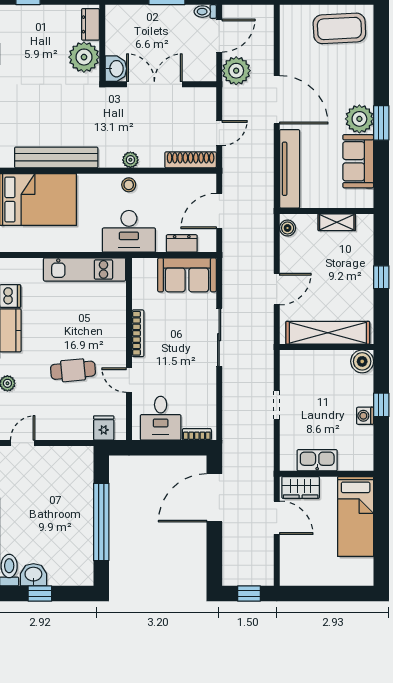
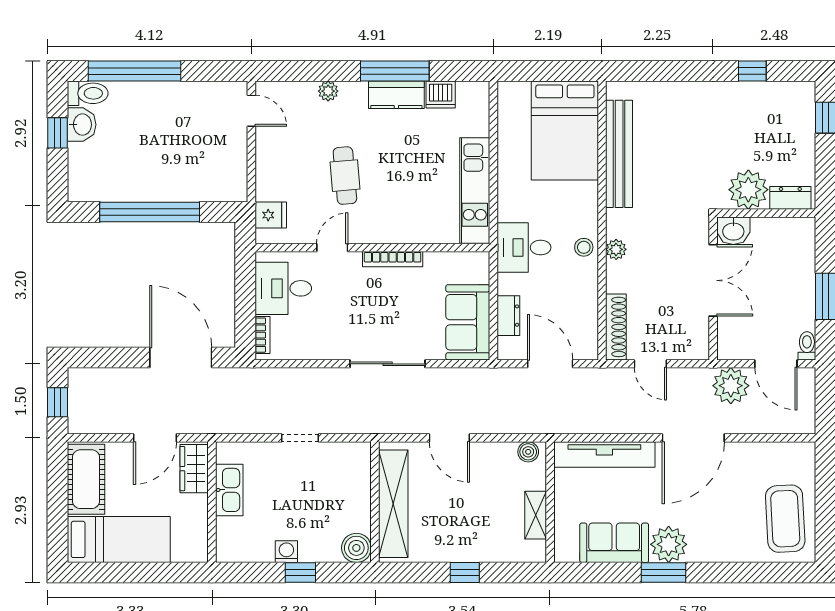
desk: (129, 231) -> (524, 248), width x0.73
bed: (356, 516) -> (119, 539), moved, turned 180
cot: (309, 571) -> (86, 479), added

